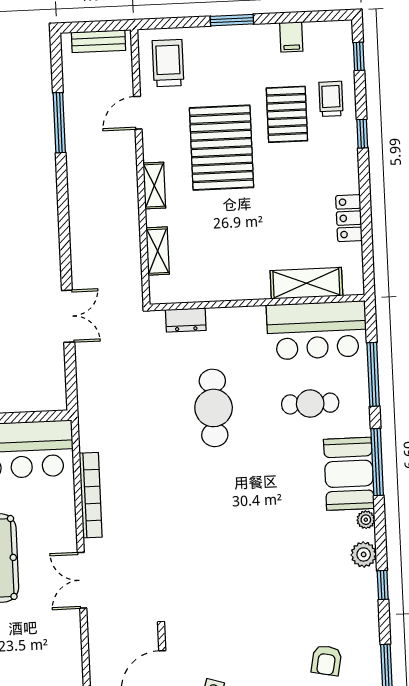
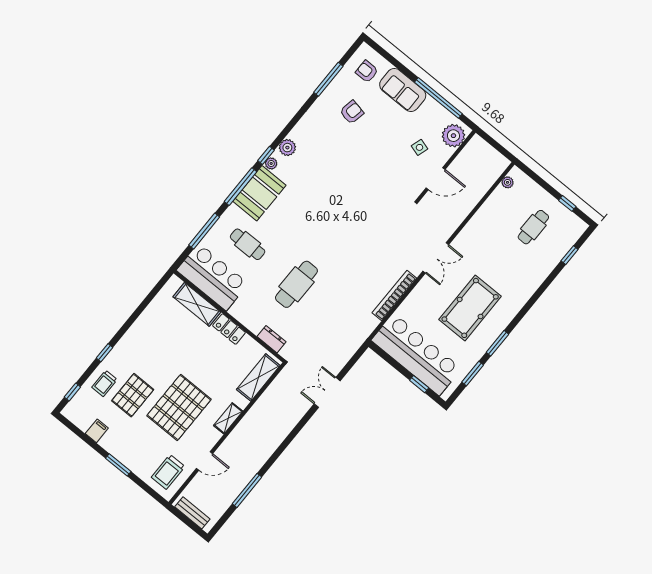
locker: (349, 218) -> (229, 329), moved, turned 90
shelving: (158, 251) -> (258, 378), width x1.50, depth x1.33
window: (383, 585) -> (266, 155), moved

